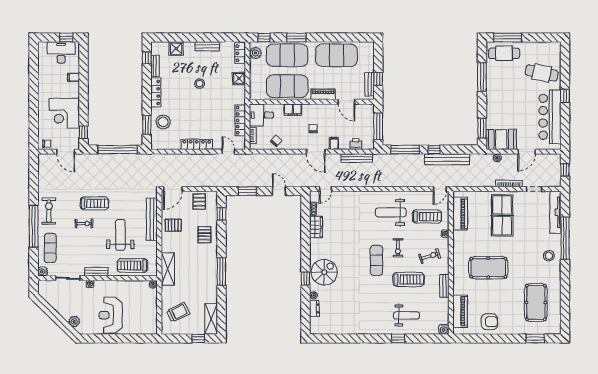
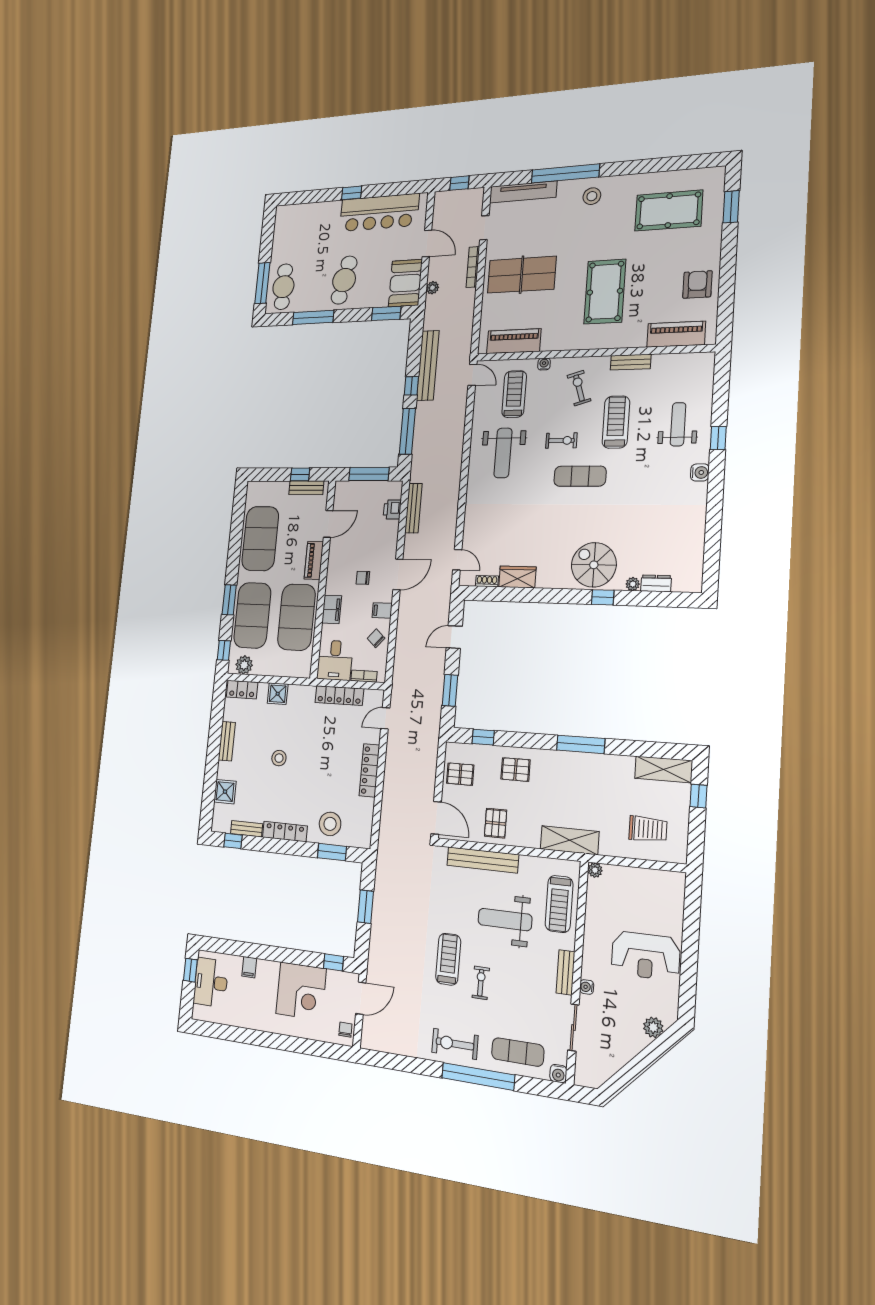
cafe table: (542, 73) -> (344, 280), moved
filing cabinet: (334, 143) -> (382, 610), moved
window: (118, 150) -> (365, 907), width x0.47
trolley: (178, 312) -> (648, 829), turned 116
water cooler: (444, 329) -> (700, 472), moved

